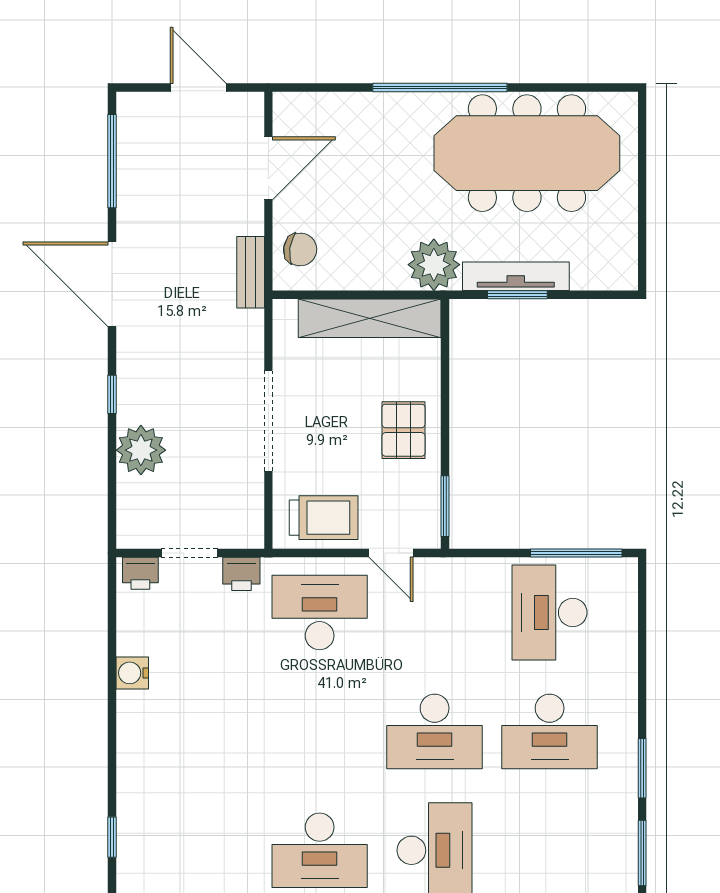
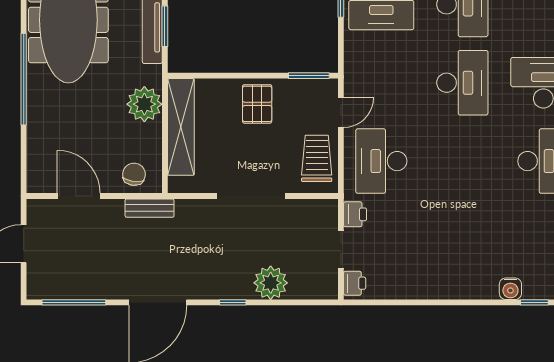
plant: (434, 265) -> (144, 104), moved
pallet: (403, 430) -> (257, 104), turned 90
water cooler: (132, 673) -> (510, 289), moved

